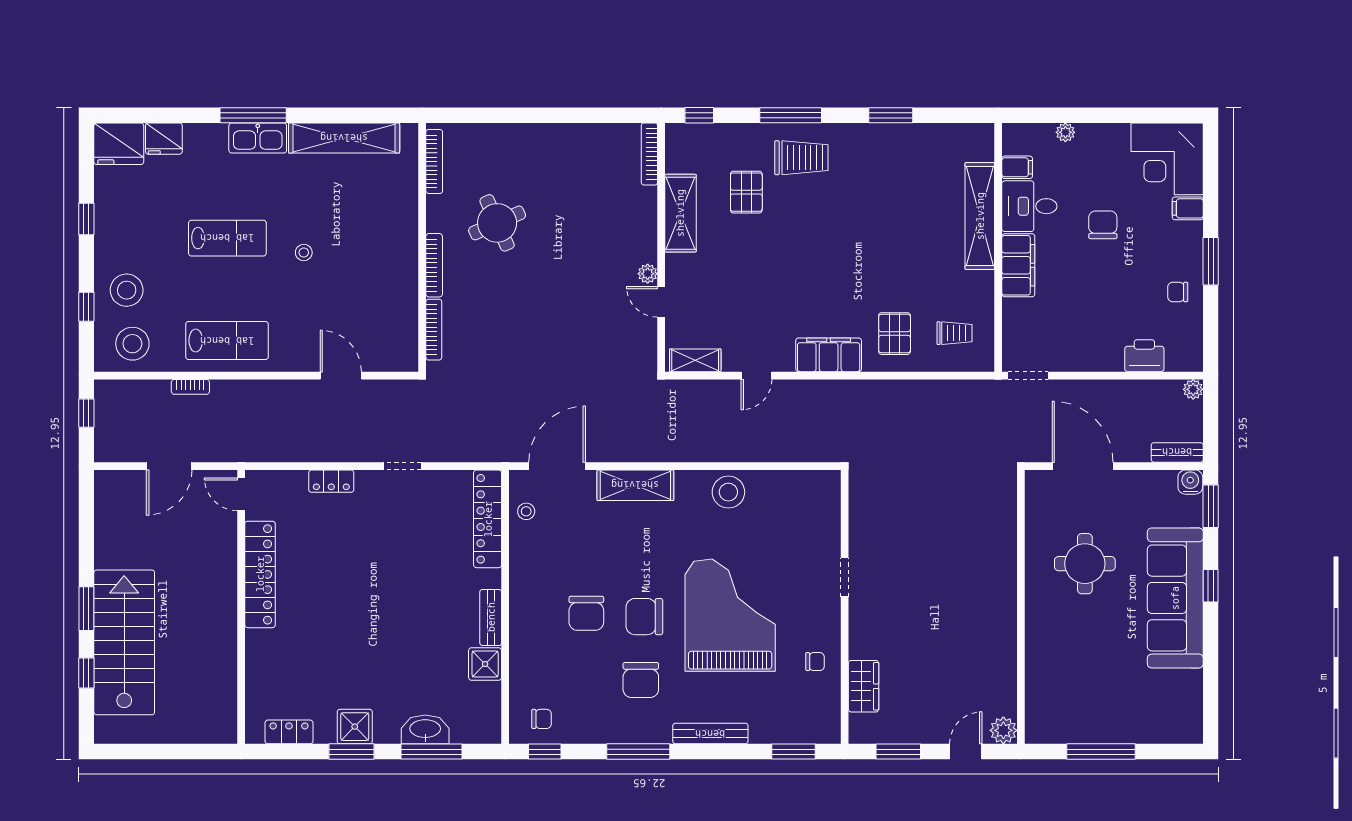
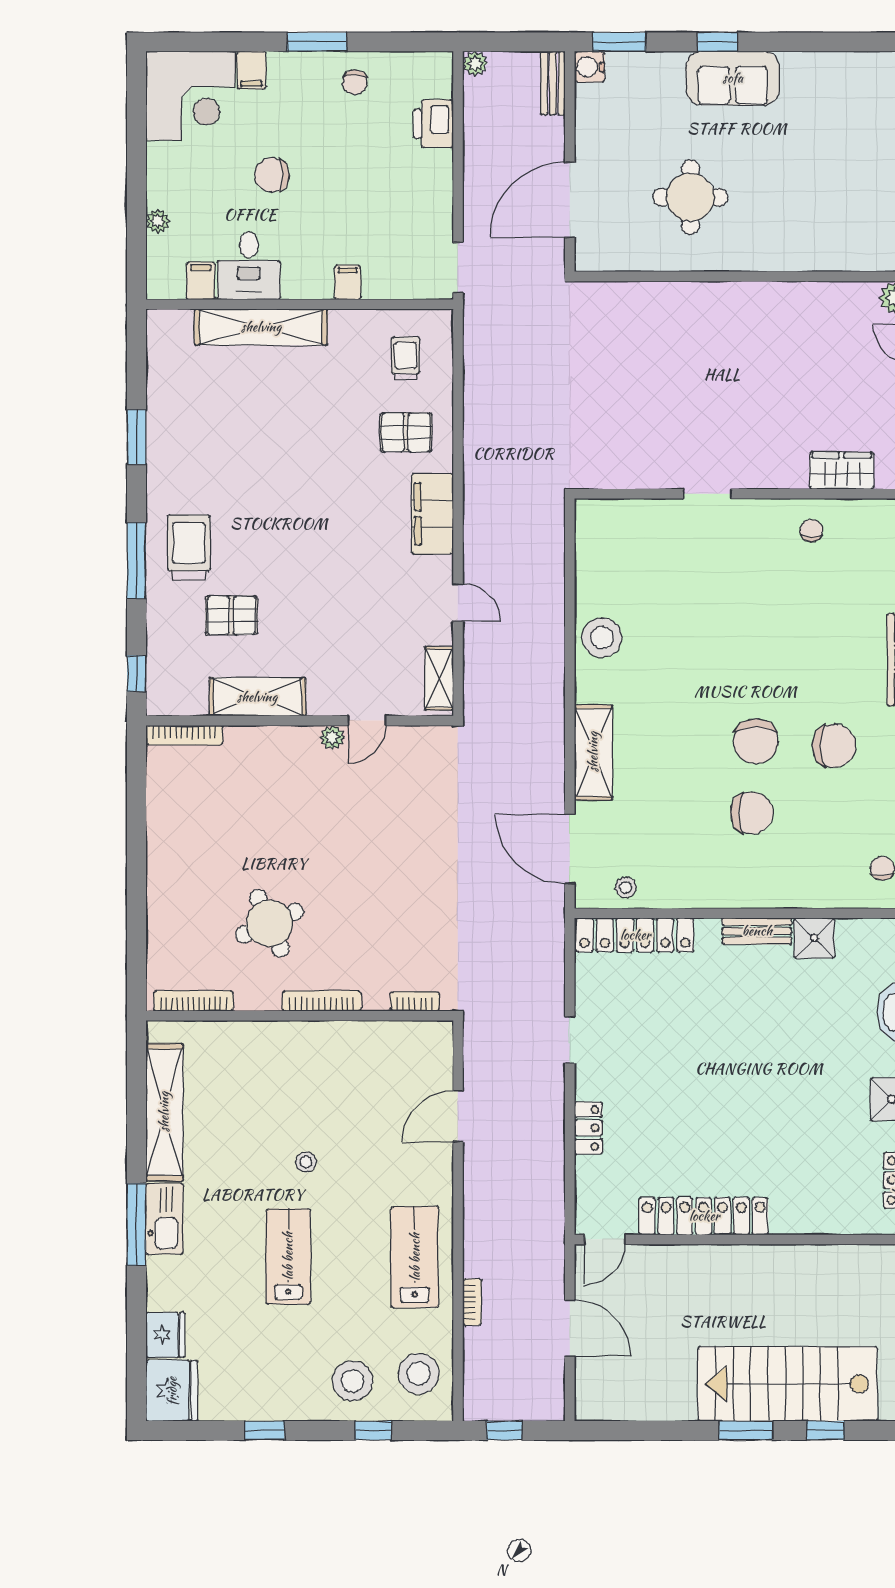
filing cabinet: (1018, 265) -> (348, 282), width x0.33, depth x0.86
bookcase: (434, 330) -> (415, 1001), width x0.64
sofa: (1175, 598) -> (733, 78), width x0.54, depth x0.79
grand piano: (730, 615) -> (754, 635), removed

